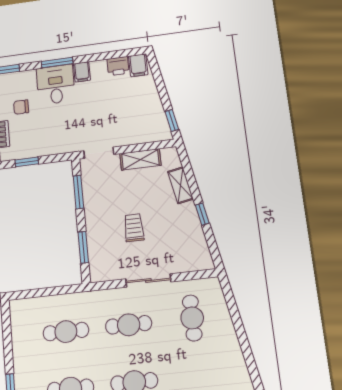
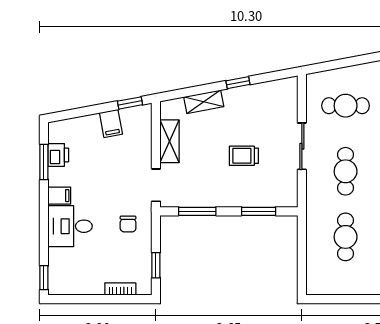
window: (57, 63) -> (44, 162), moved
filing cabinet: (138, 65) -> (111, 123), moved, turned 79
chair: (21, 107) -> (128, 224), moved

